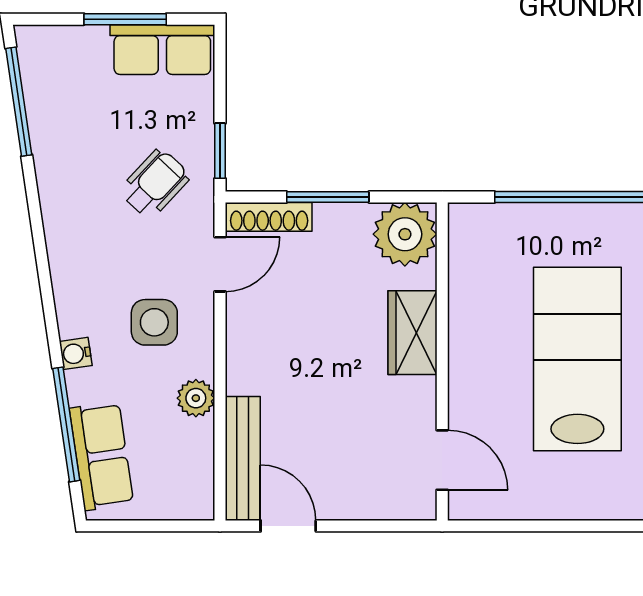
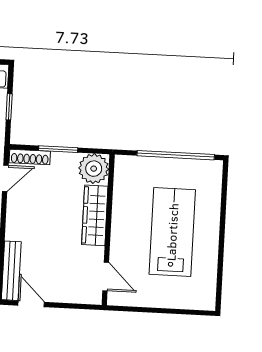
window: (220, 151) -> (9, 107), moved
wardrobe: (412, 333) -> (95, 215), width x1.50

